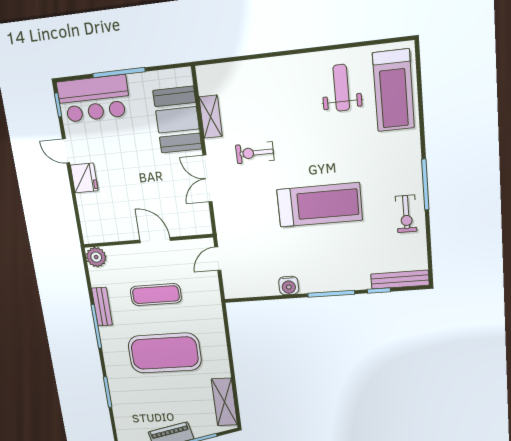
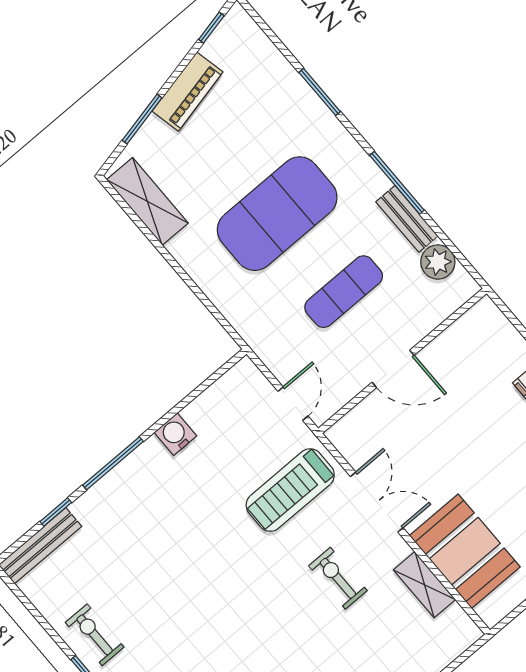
exercise bike: (255, 153) -> (338, 578), turned -90
treadmill: (320, 205) -> (290, 490), moved, width x0.73, depth x0.73
plant: (96, 257) -> (438, 262), moved

